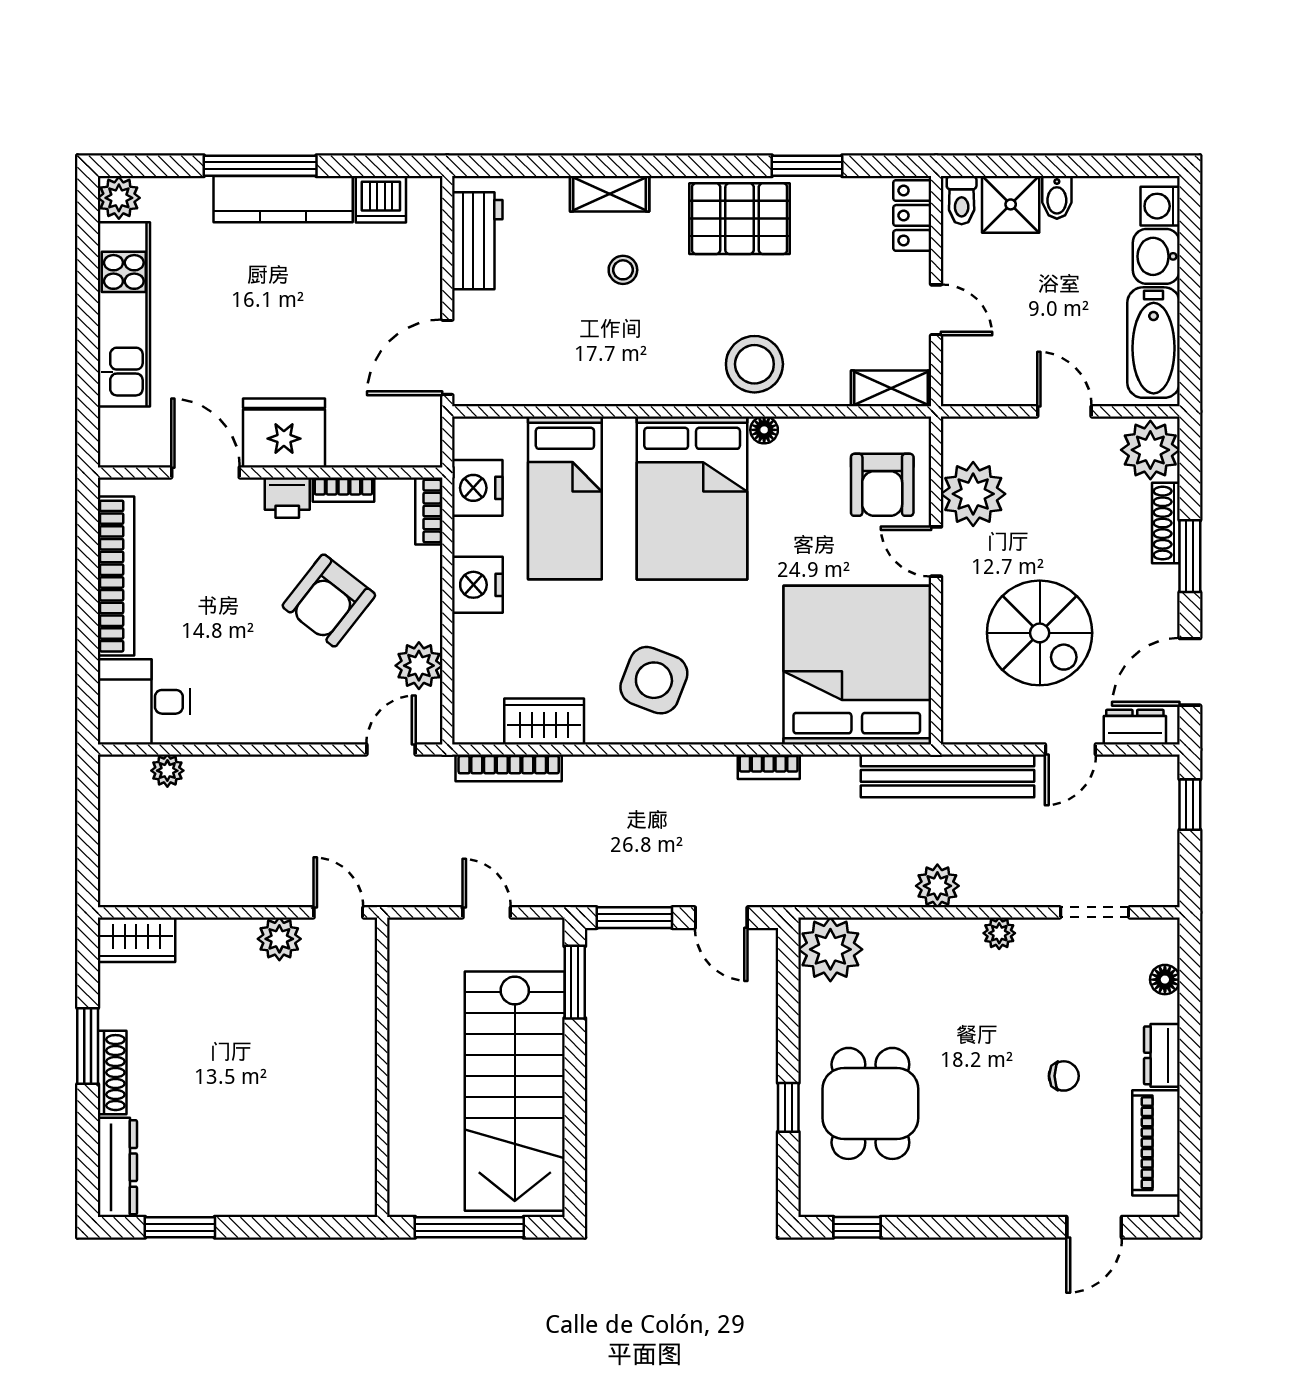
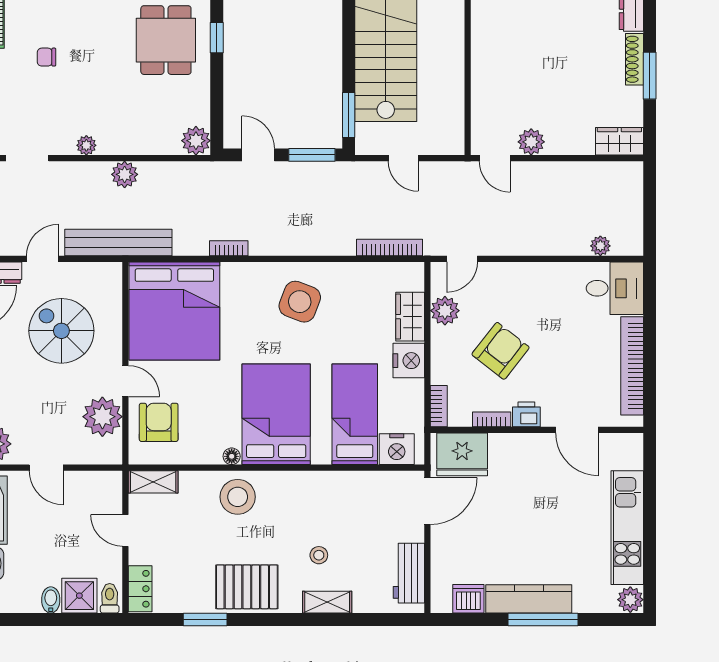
fridge: (284, 433) -> (462, 454), moved
nightstand: (477, 488) -> (397, 449), moved, turned 90
wardrobe: (544, 721) -> (410, 317), moved, turned 90
plant: (830, 949) -> (196, 141), width x0.73, depth x0.73

